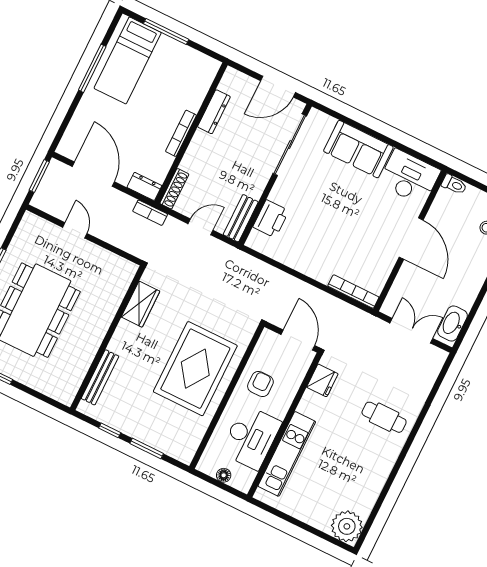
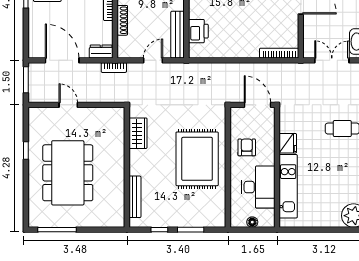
shoe rack: (174, 189) -> (122, 20), moved
bench: (241, 218) -> (178, 35), width x1.36
fridge: (322, 380) -> (288, 143), moved

